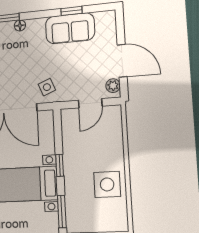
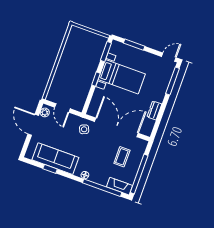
sofa: (70, 28) -> (55, 159), width x1.36
door: (90, 103) -> (62, 108), swing flipped
side table: (107, 184) -> (73, 56), removed

